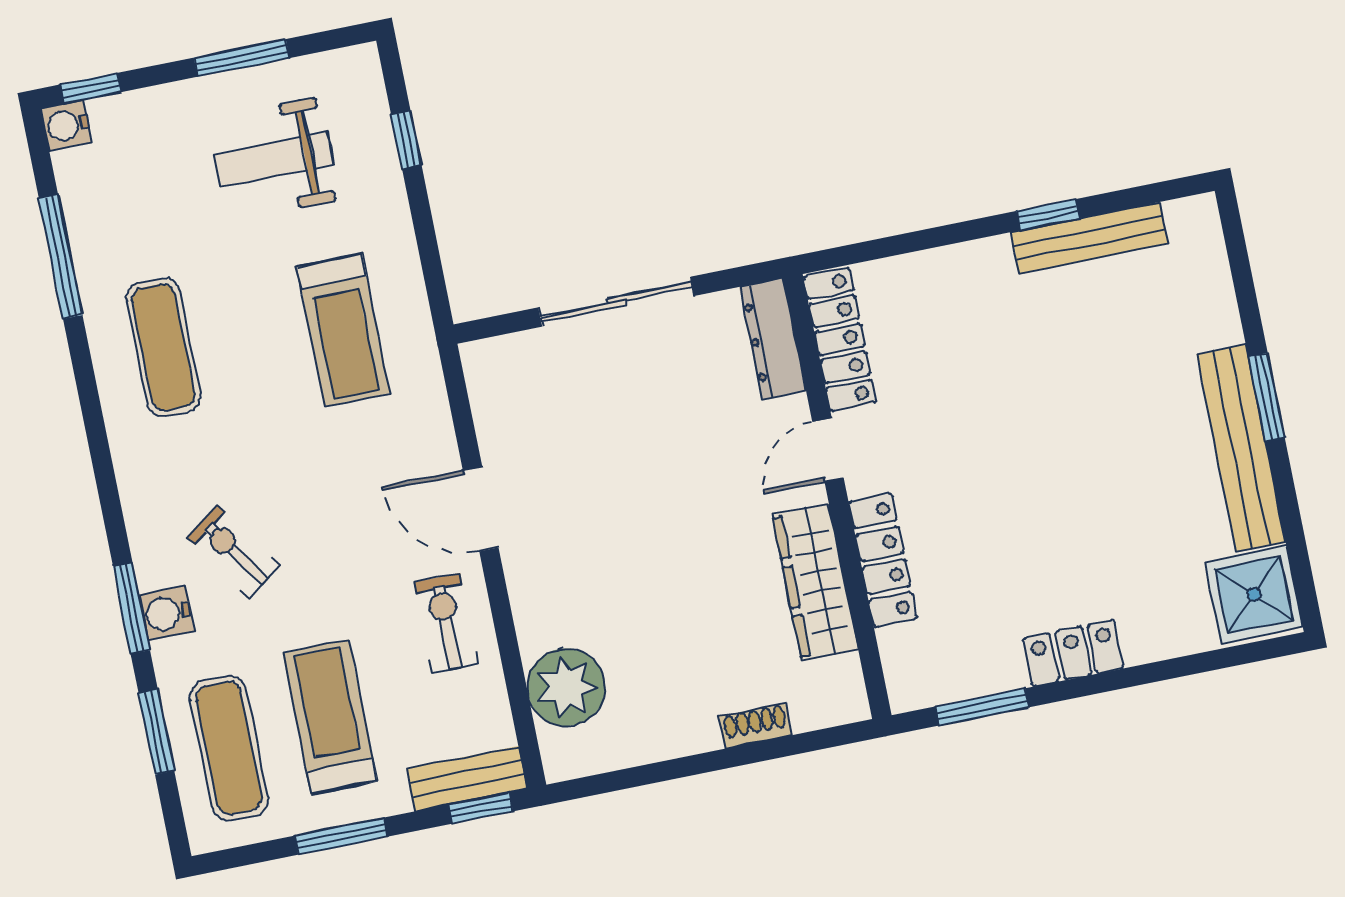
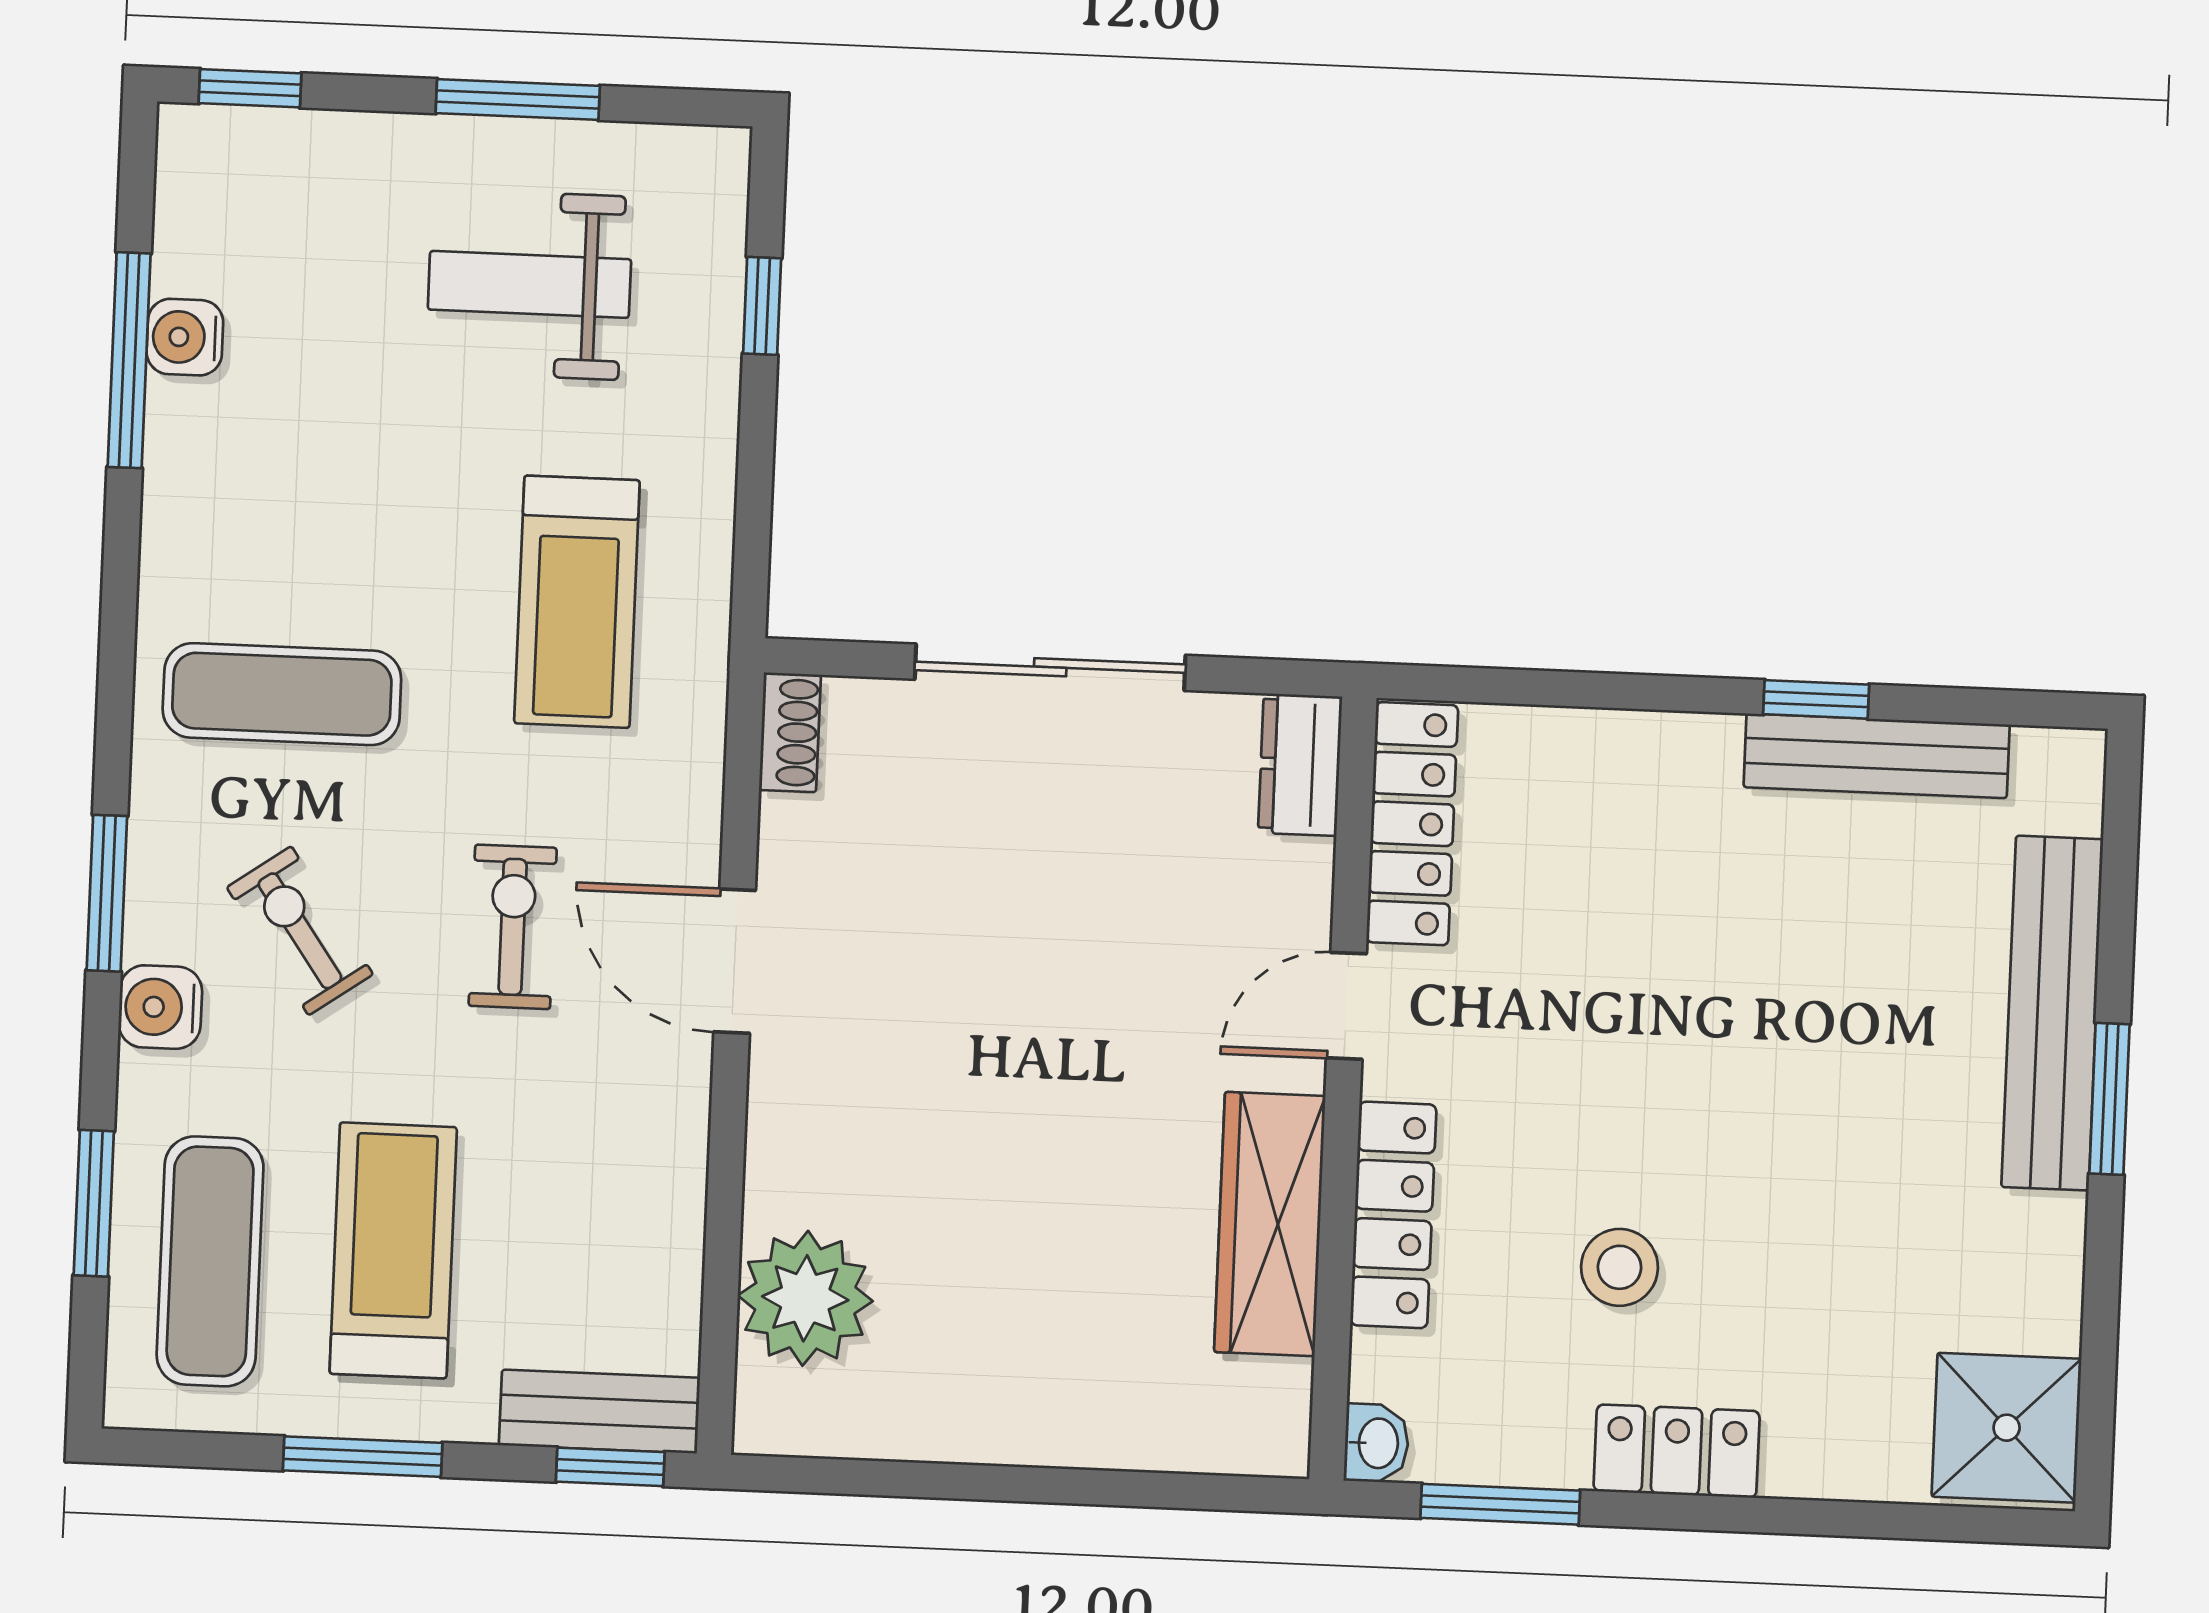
water cooler: (66, 125) -> (185, 337), moved
dresser: (773, 339) -> (1300, 765), width x0.70
exercise mat: (163, 347) -> (282, 694), moved, turned 90
bench: (1241, 448) -> (2052, 1013), moved
stool: (1016, 558) -> (1620, 1267), added
window: (131, 608) -> (107, 893), moved
exercise bike: (446, 623) -> (513, 927), moved
washbasin: (905, 690) -> (1376, 1443), added
shoe rack: (756, 726) -> (790, 732), moved, turned 90

